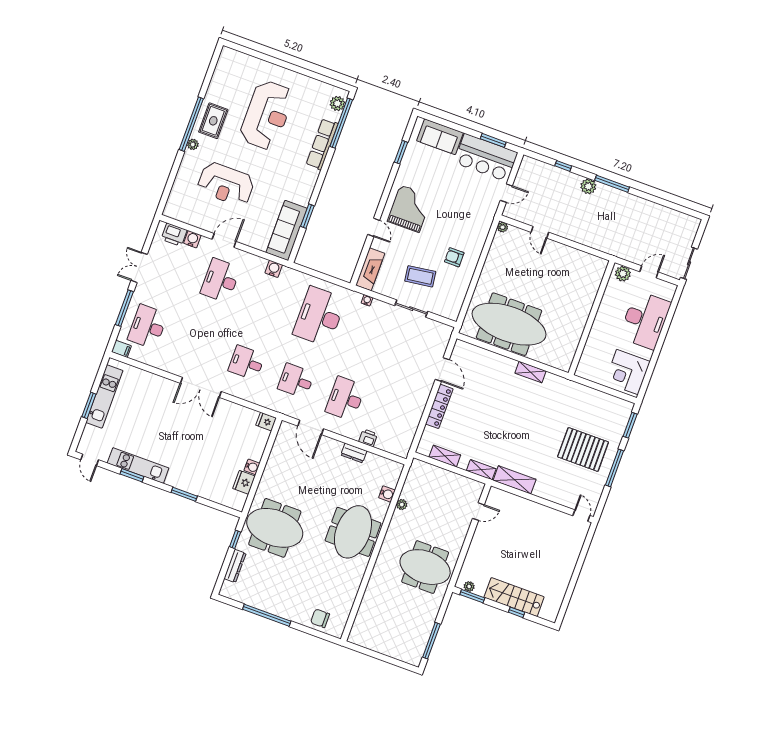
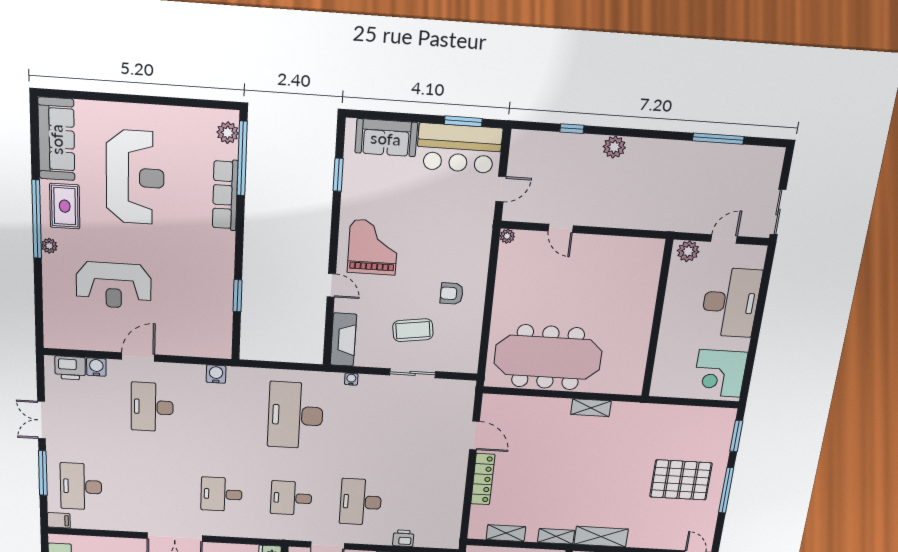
window: (612, 184) -> (718, 139), moved
sofa: (287, 230) -> (56, 139), moved, turned 180

